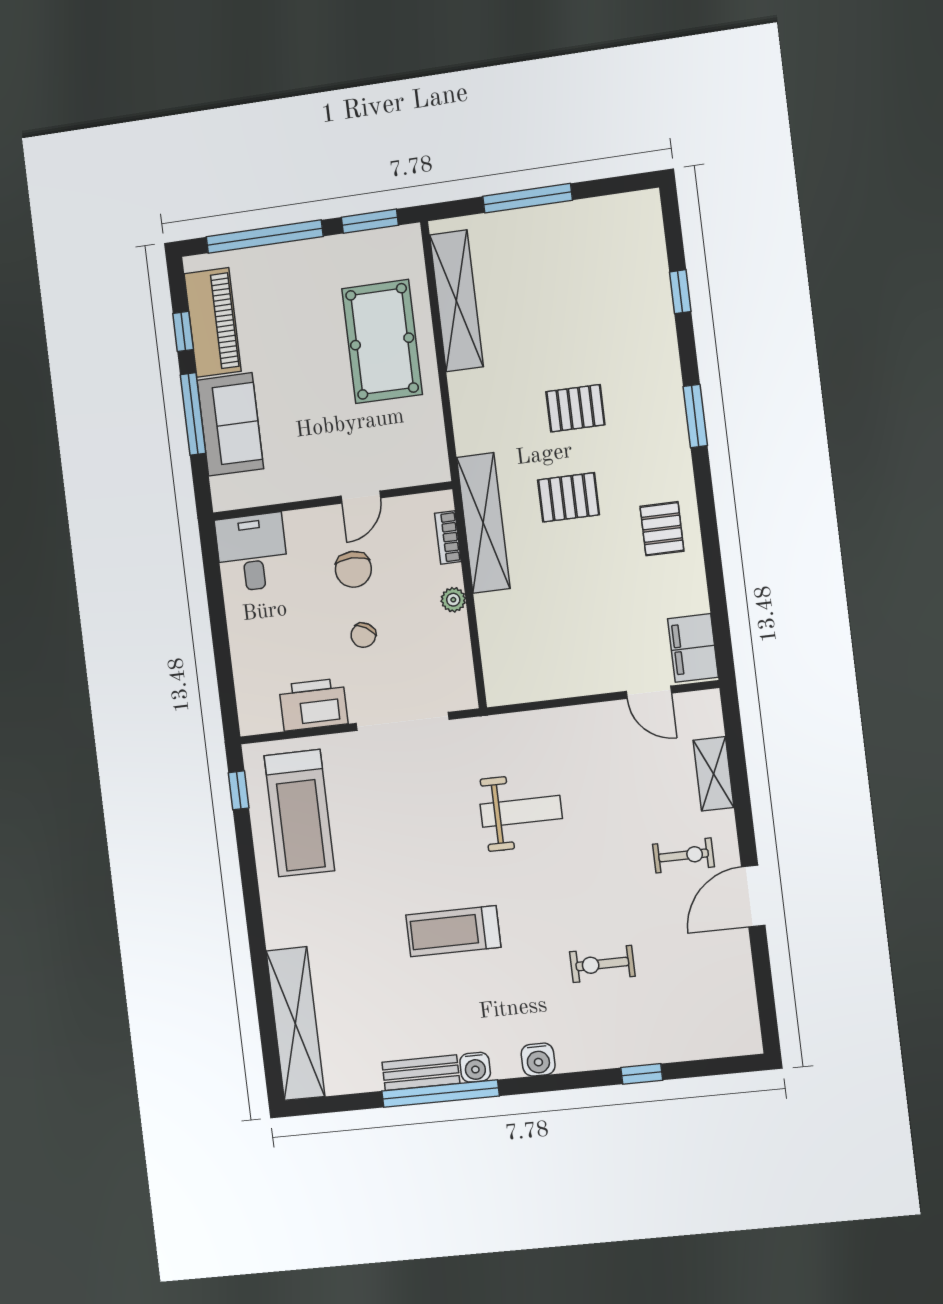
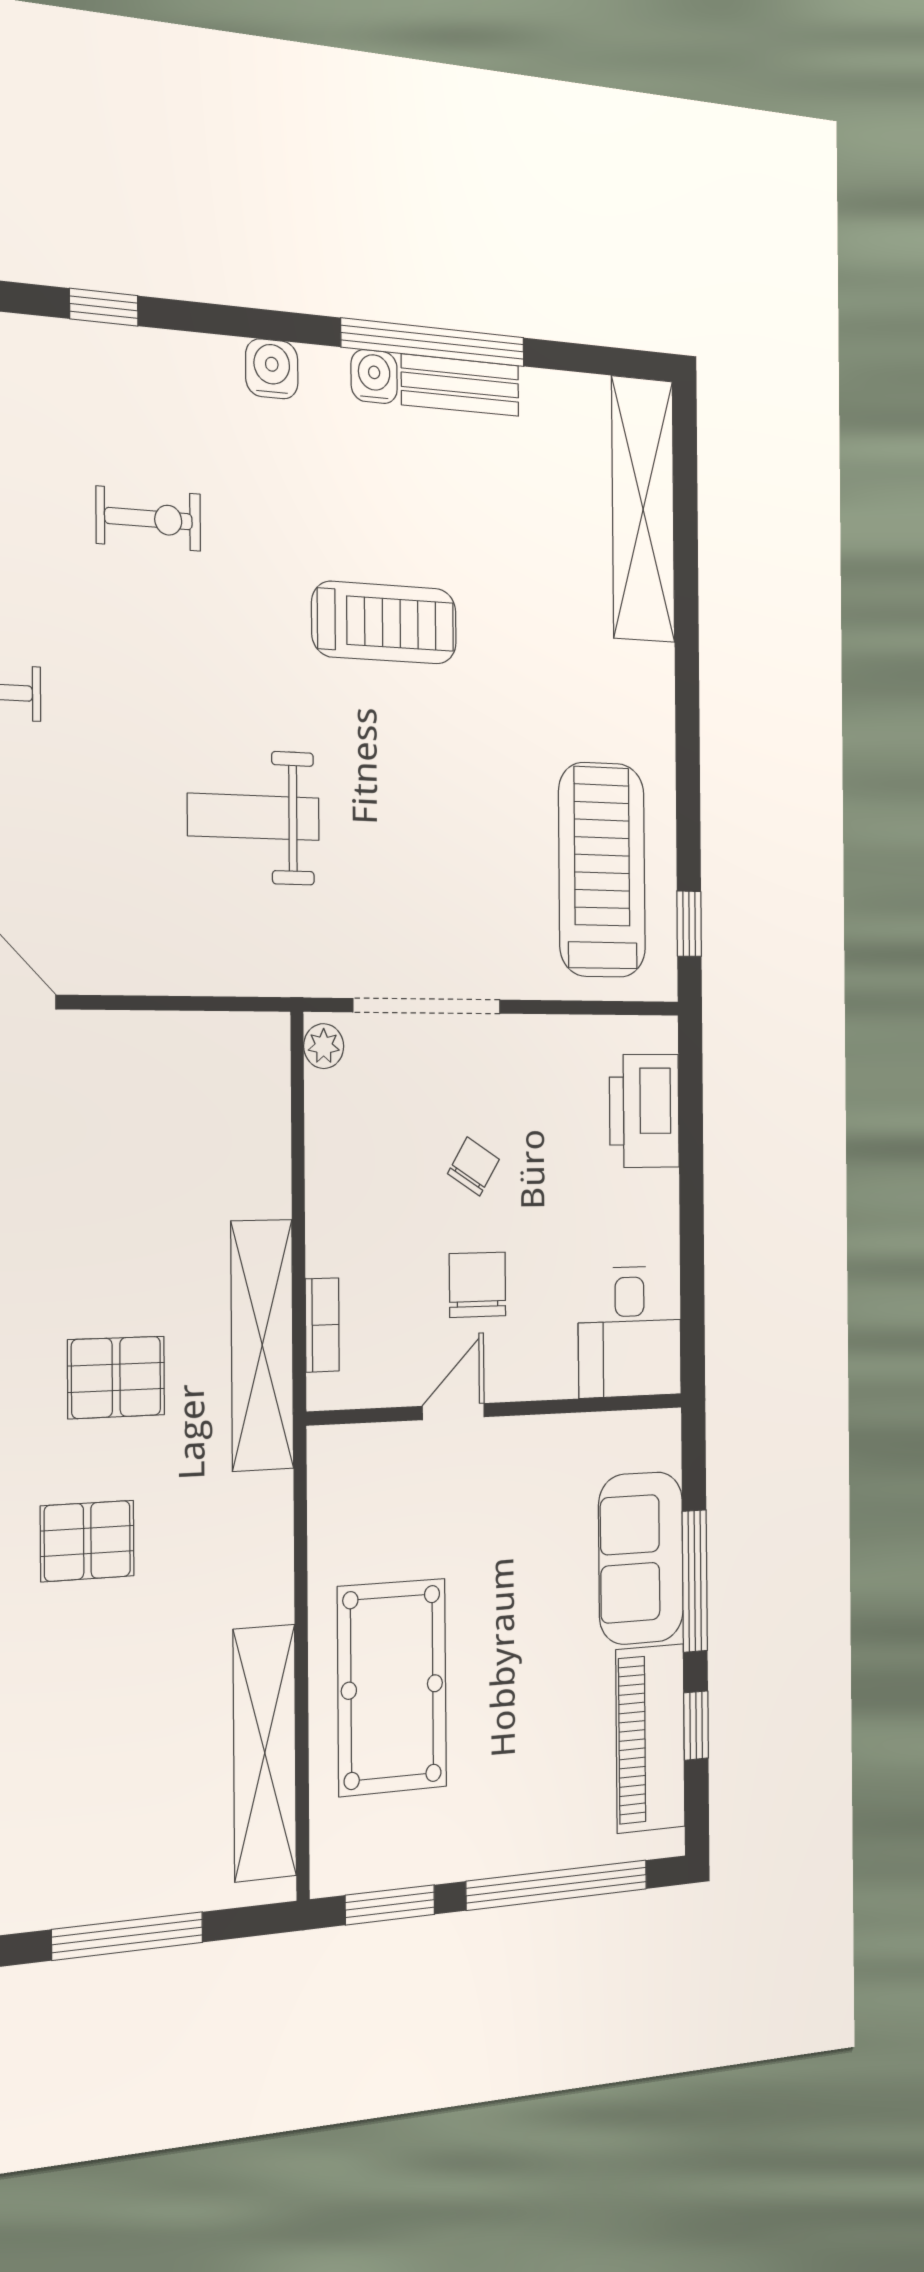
plant: (453, 600) -> (324, 1046), moved
printer: (313, 705) -> (644, 1111), moved, turned 90

